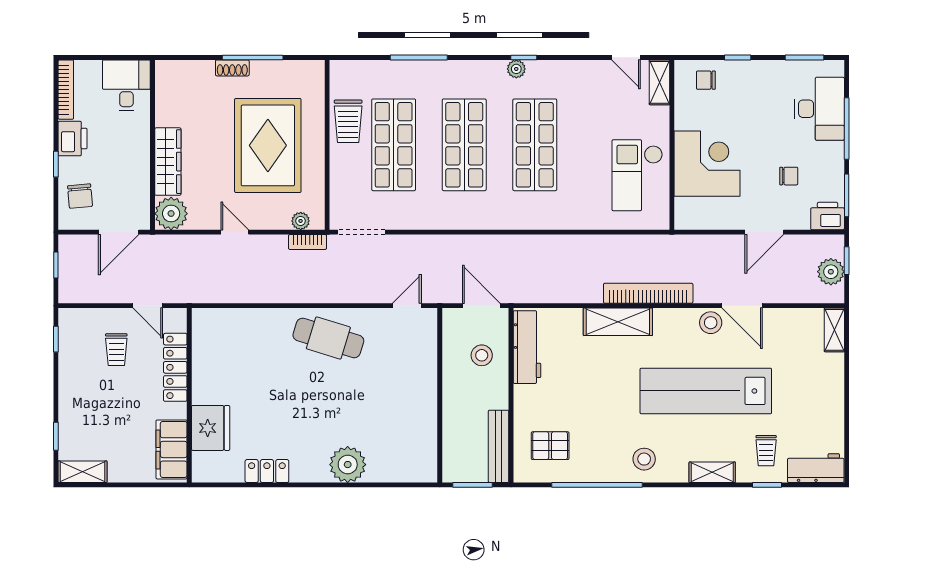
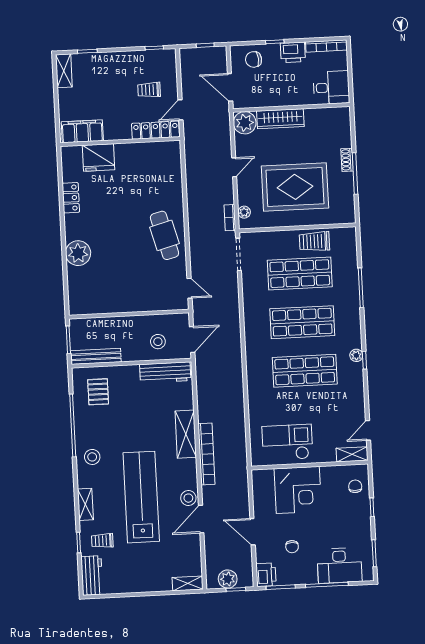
cafe table: (328, 338) -> (165, 235), turned -32
locker: (175, 367) -> (156, 130), moved

